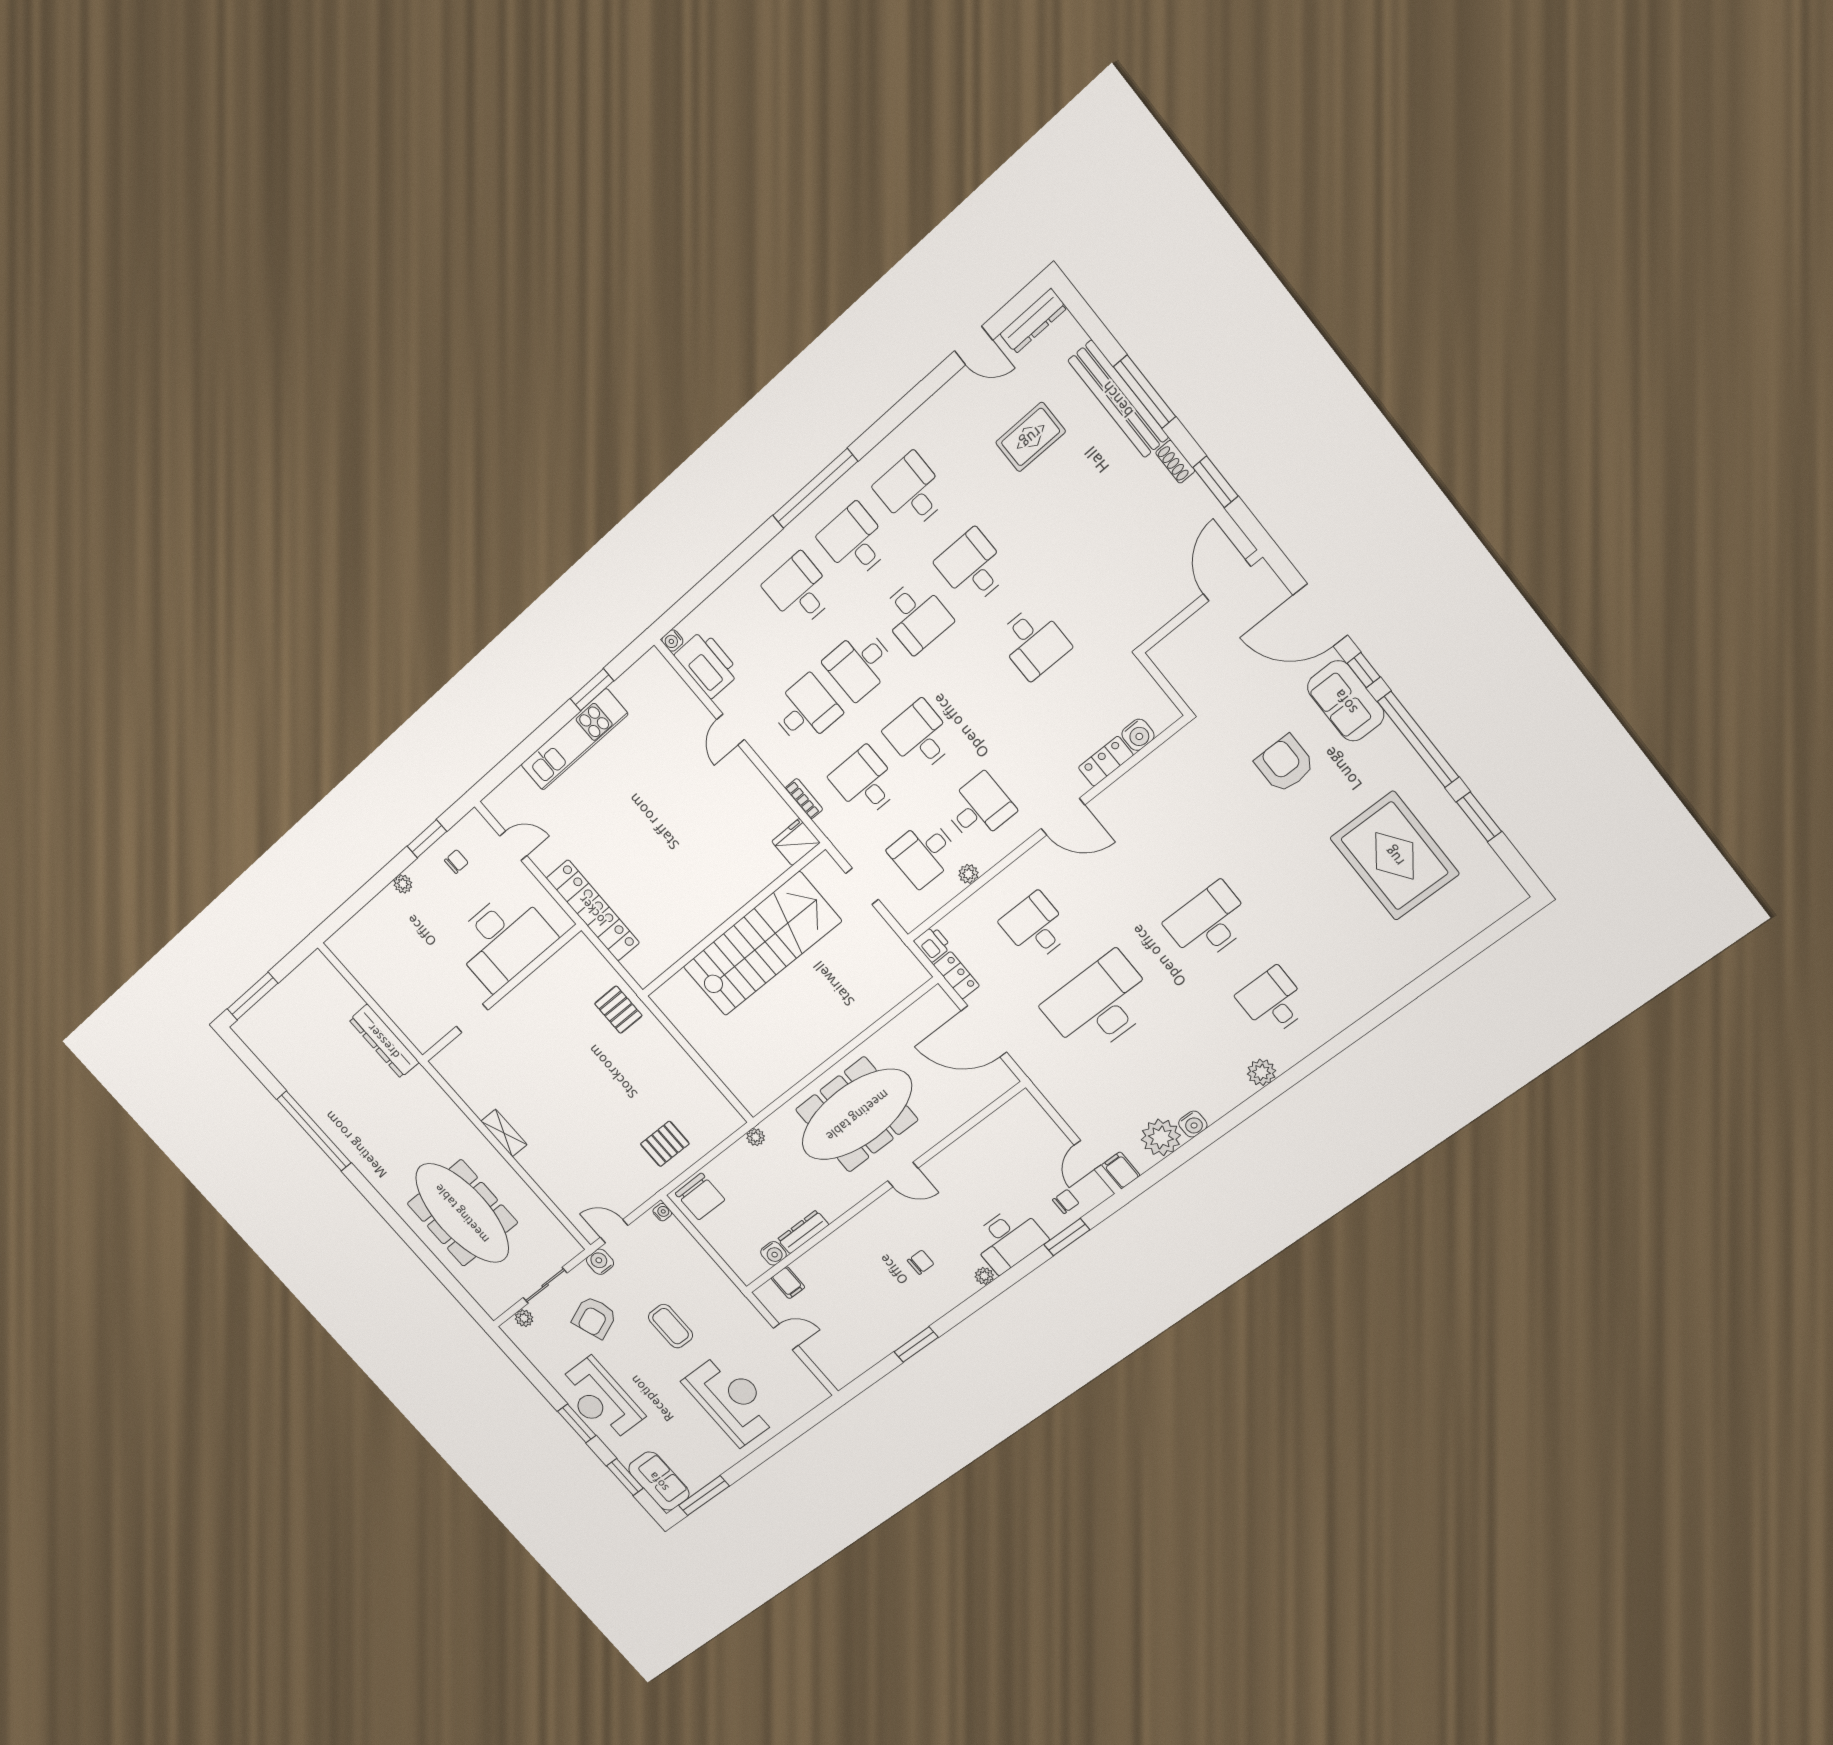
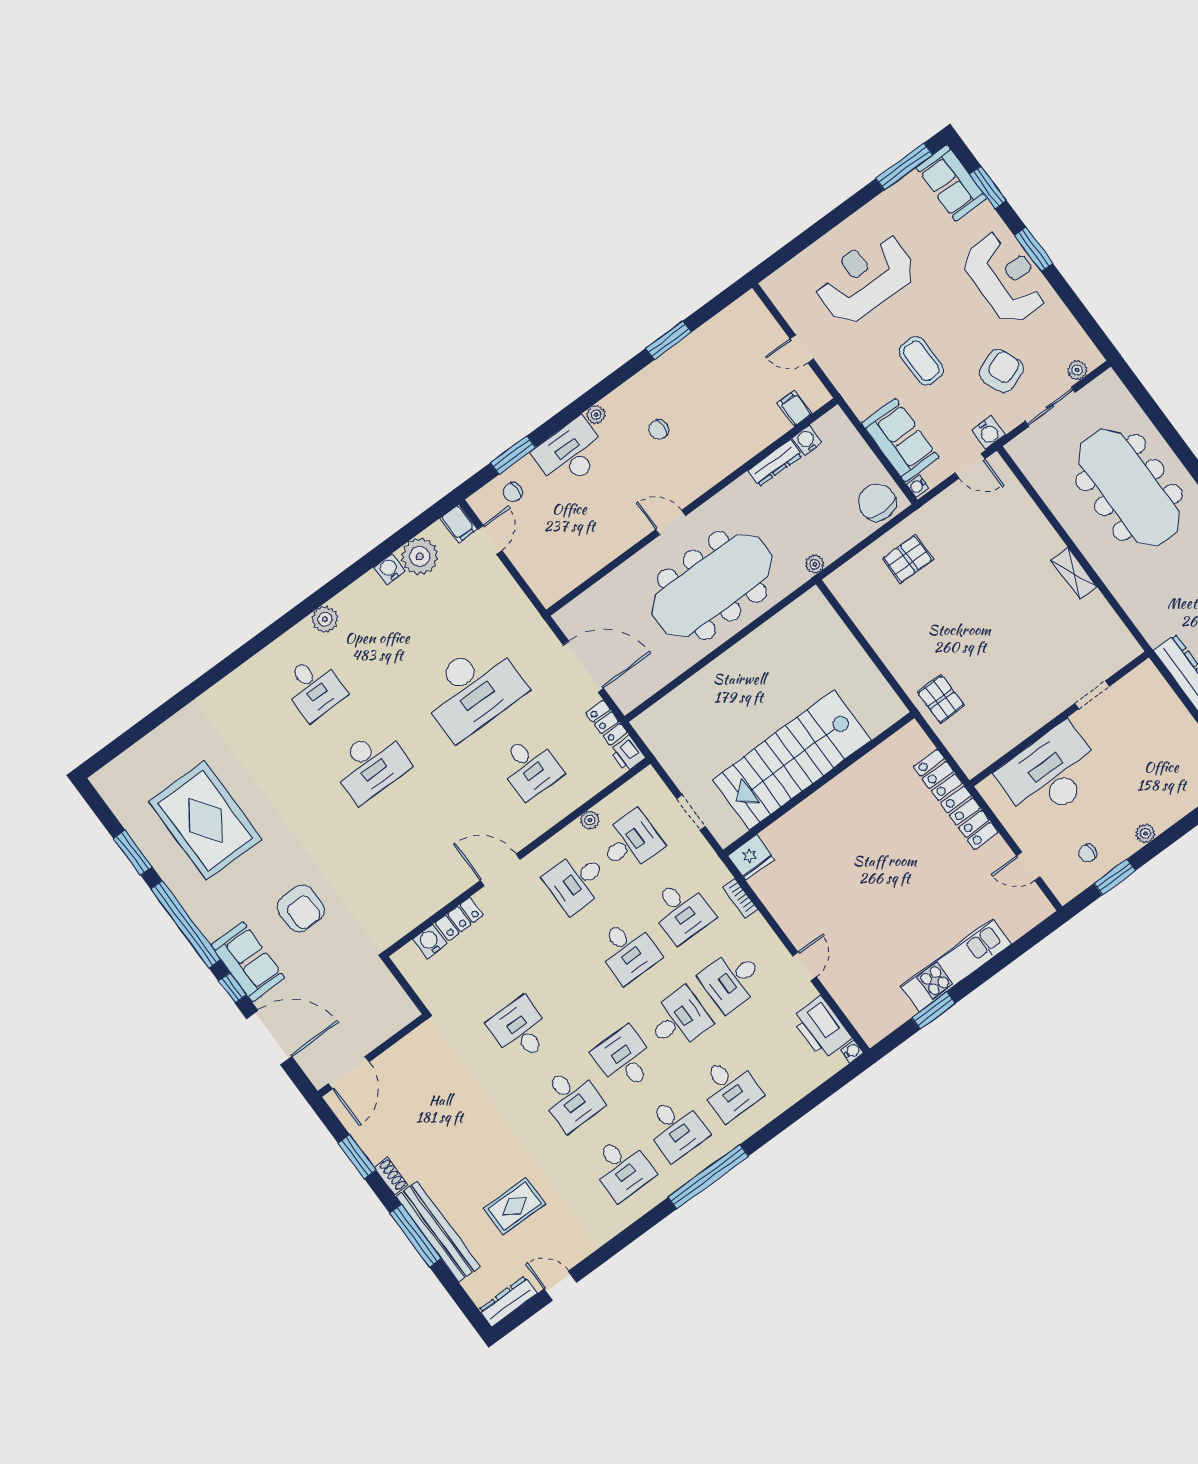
sofa: (683, 1254) -> (900, 440), added
reception desk: (731, 1400) -> (865, 278), turned 90

